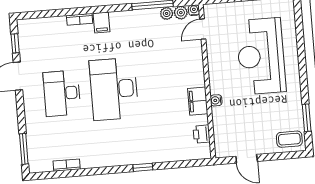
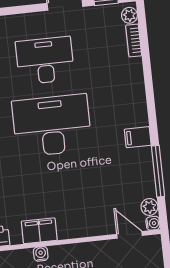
plant: (167, 13) -> (129, 15), moved
bookcase: (80, 19) -> (134, 40), moved
filing cabinet: (101, 22) -> (138, 137), moved

